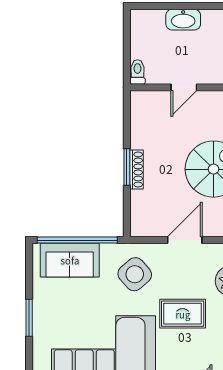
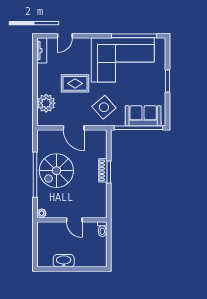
washbasin: (183, 20) -> (64, 261), moved
door: (184, 87) -> (74, 220), swing flipped
door: (185, 240) -> (74, 128), hinge flipped

